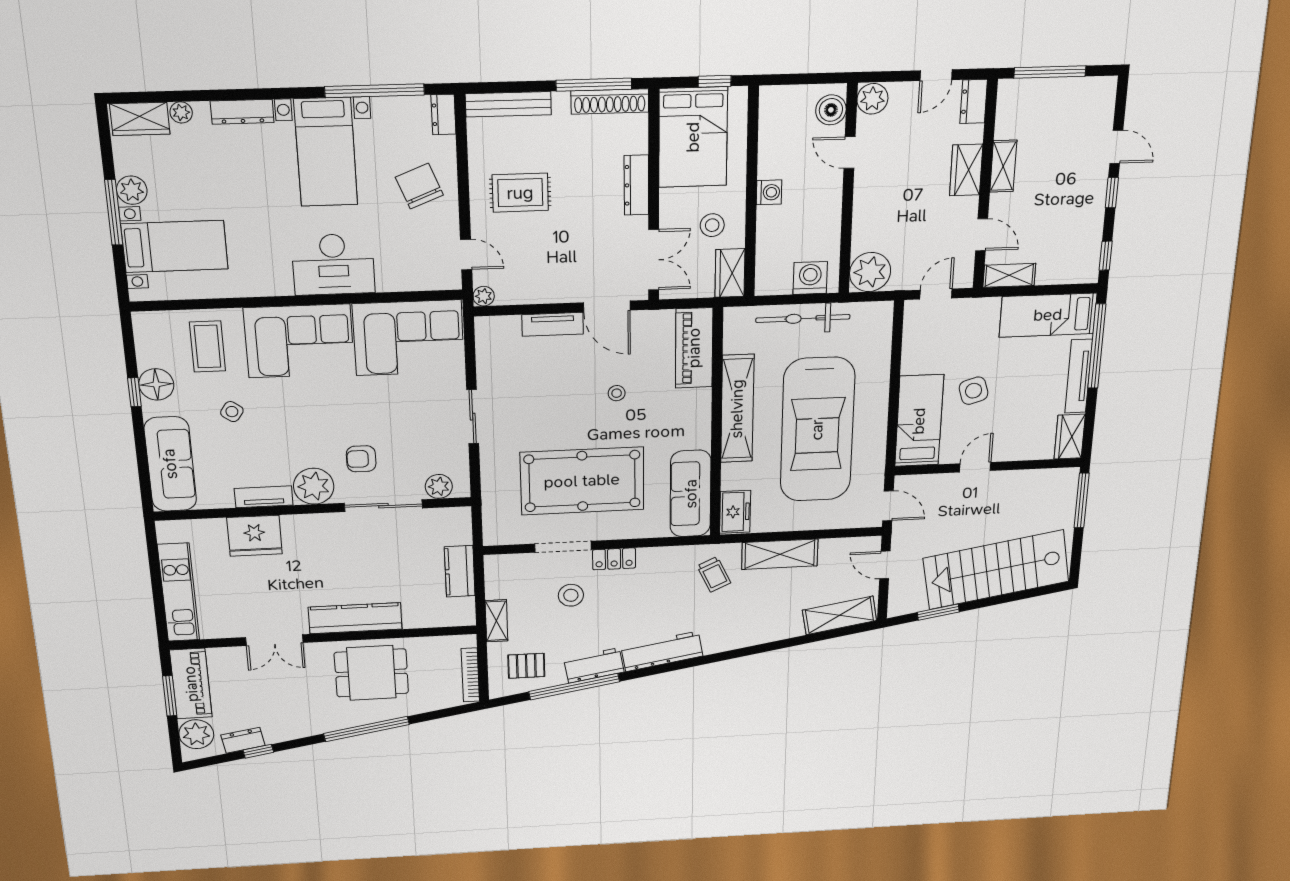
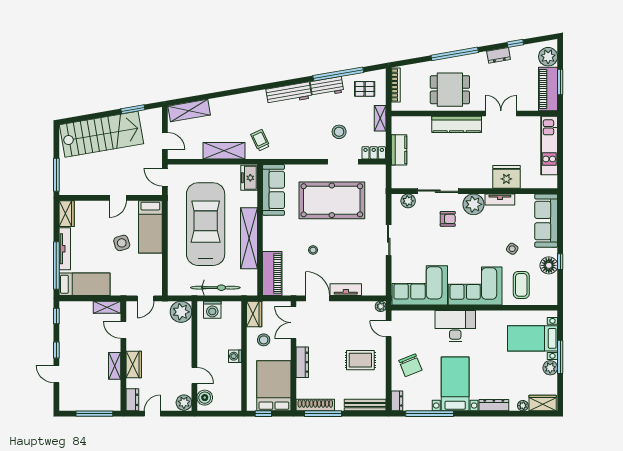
locker: (614, 559) -> (374, 153), moved
dresser: (243, 740) -> (499, 55), moved

